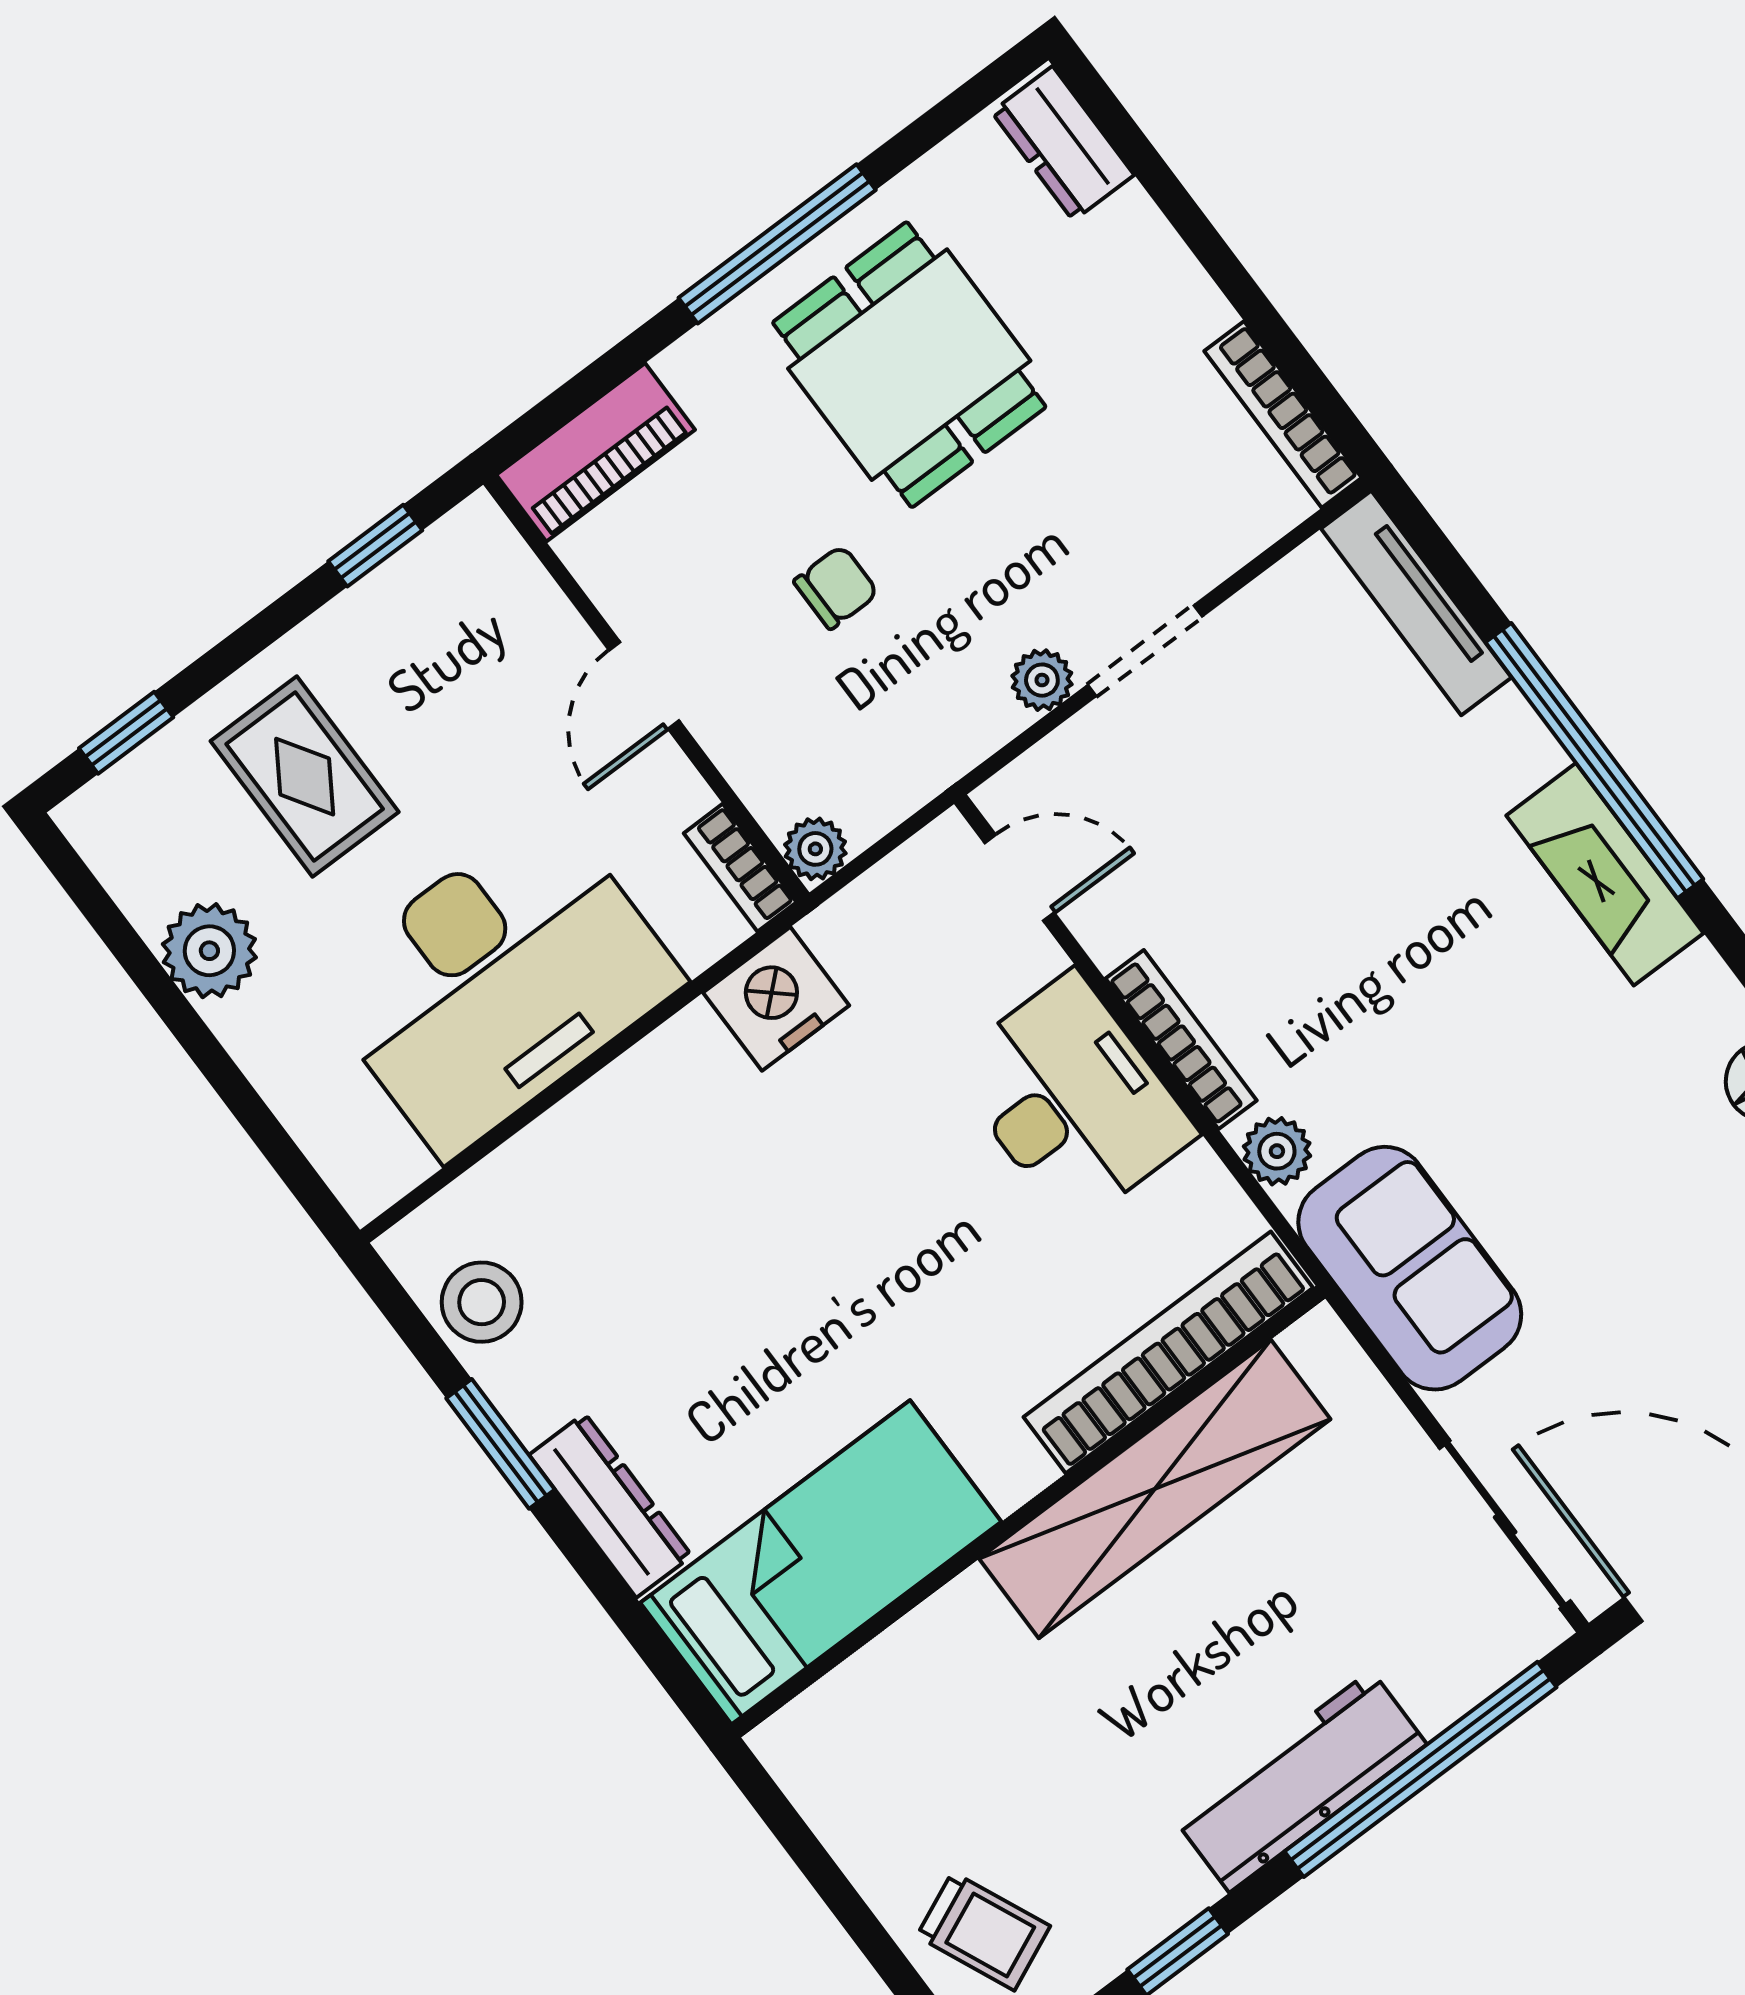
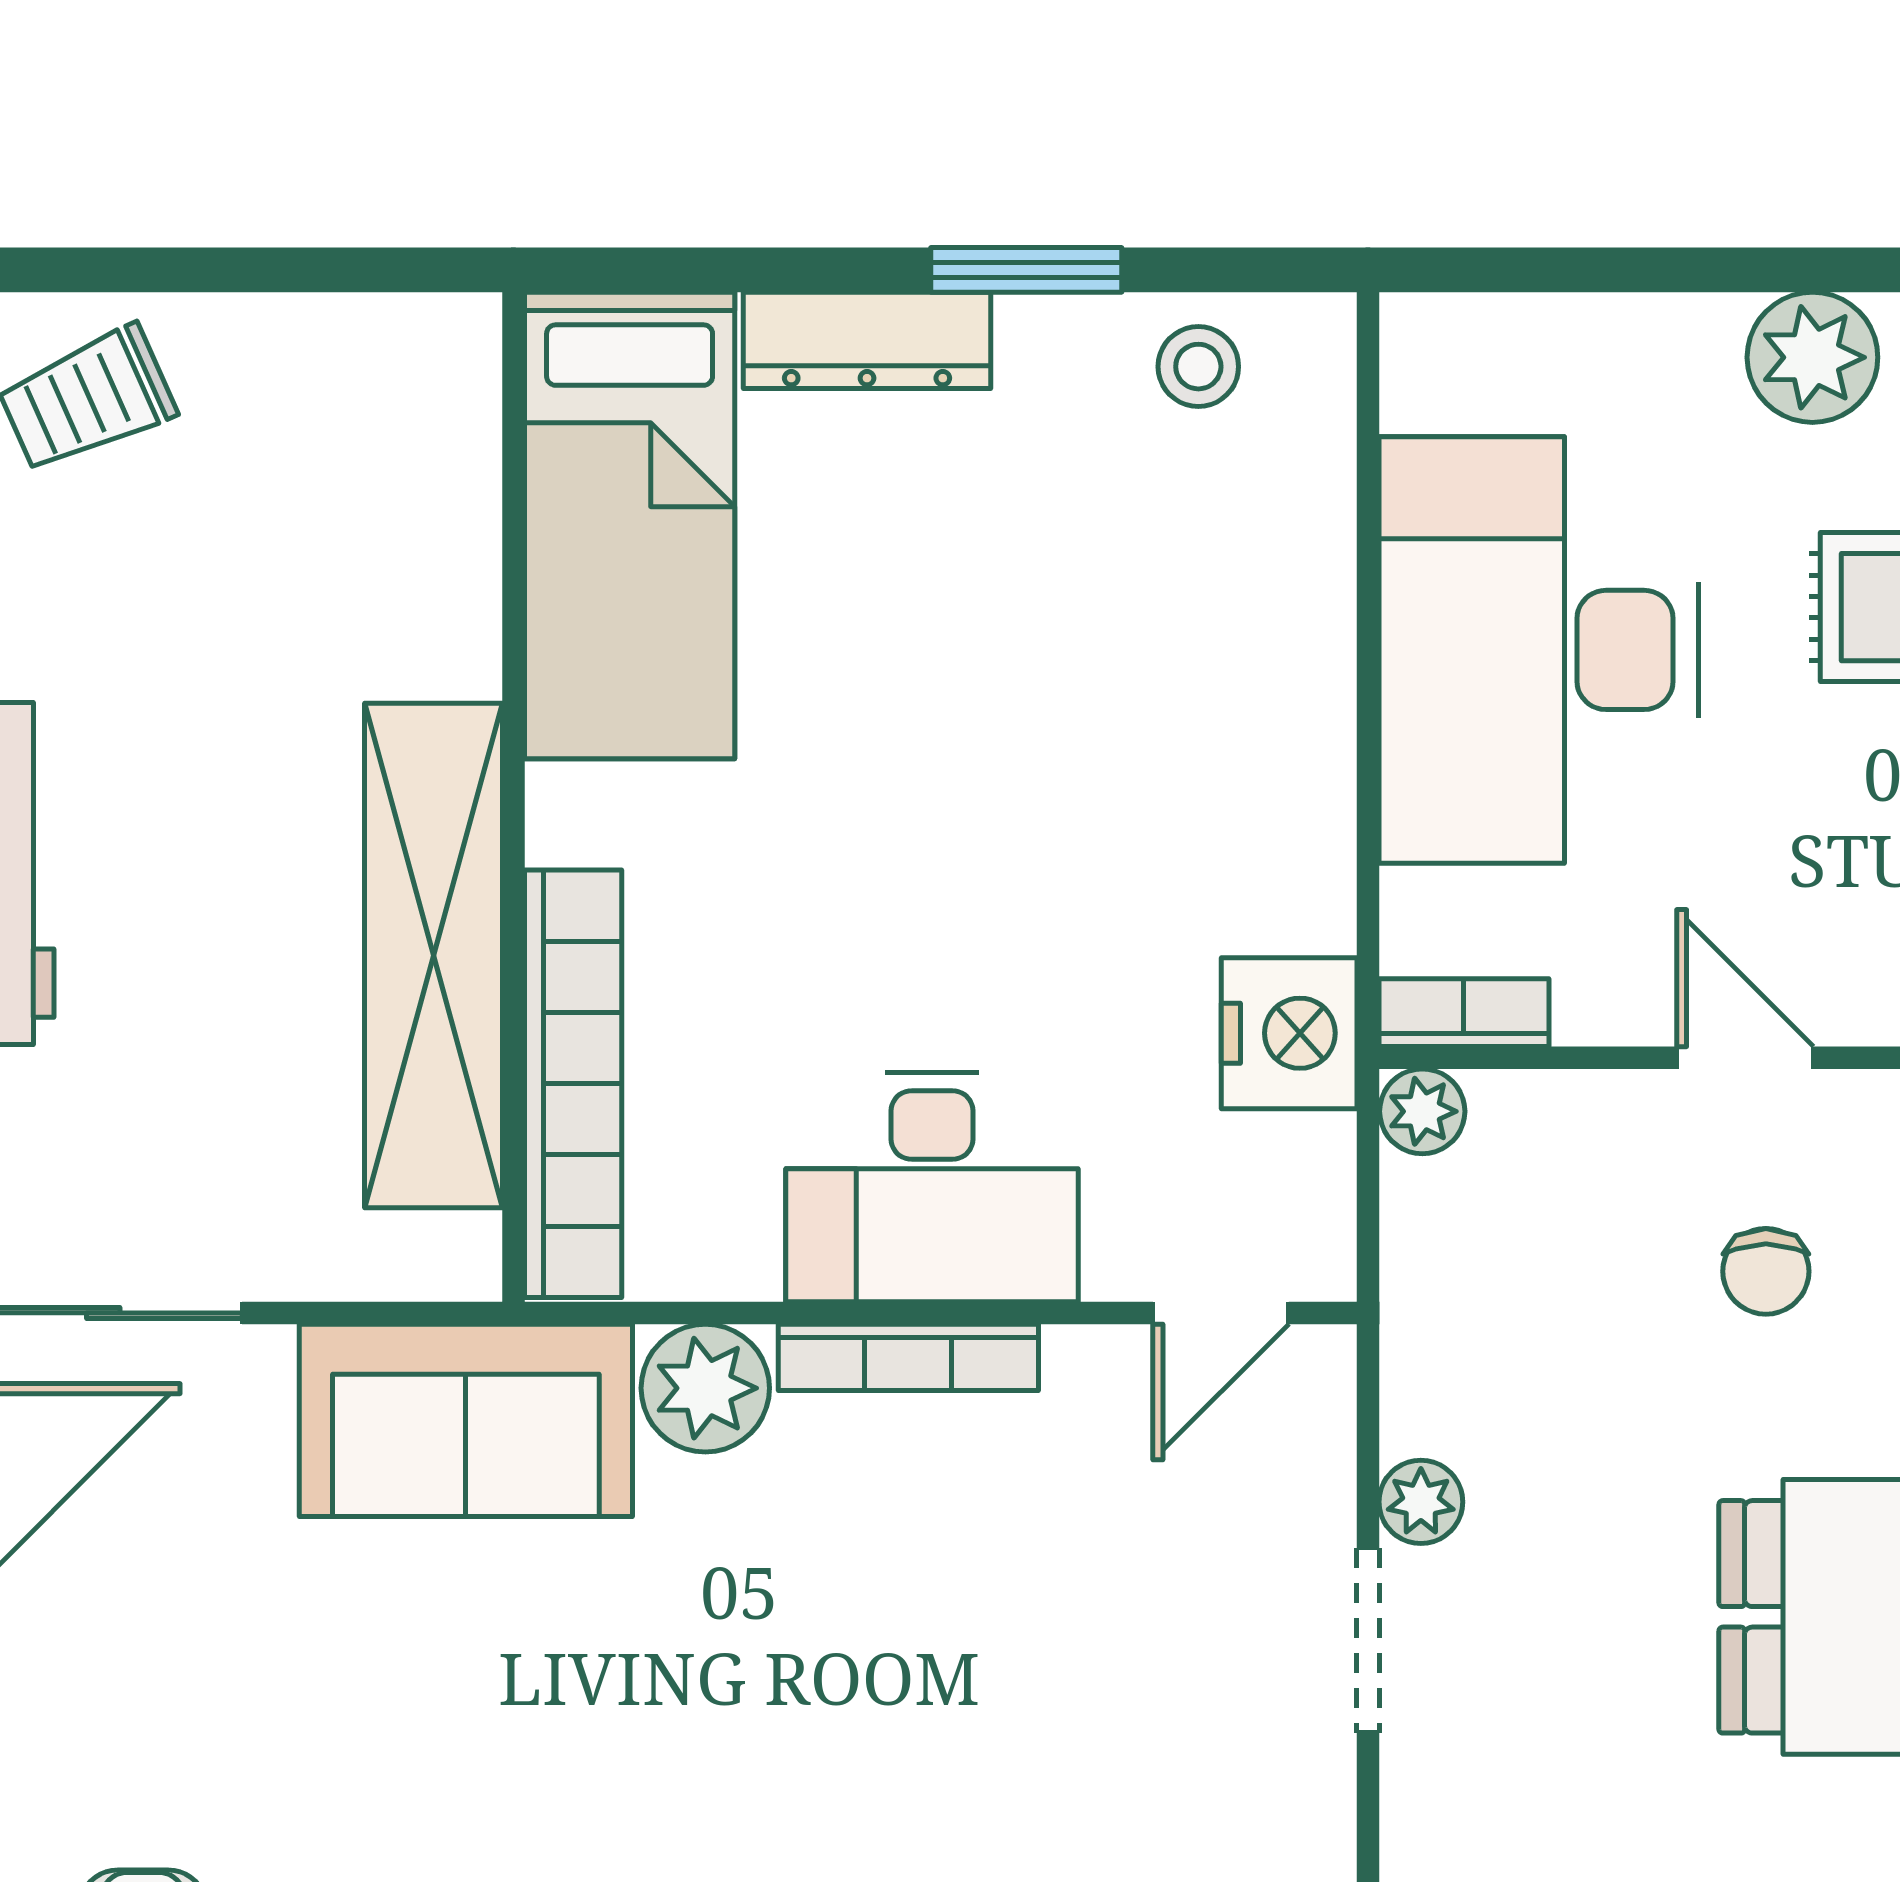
chair: (836, 587) -> (1766, 1271), moved
nightstand: (776, 999) -> (1289, 1033), moved
plant: (1277, 1151) -> (705, 1388), width x1.38, depth x1.38
stool: (482, 1302) -> (1198, 367), width x0.73, depth x0.73

